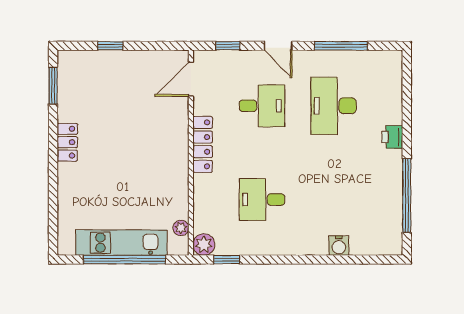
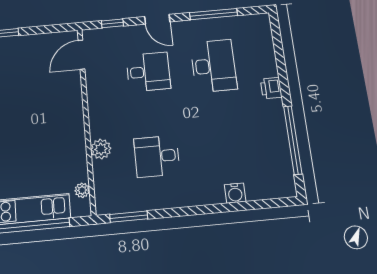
desk: (334, 106) -> (214, 66), turned 180
locker: (203, 144) -> (97, 111), removed
plant: (204, 245) -> (101, 149), moved
window: (227, 260) -> (129, 217), width x1.50

